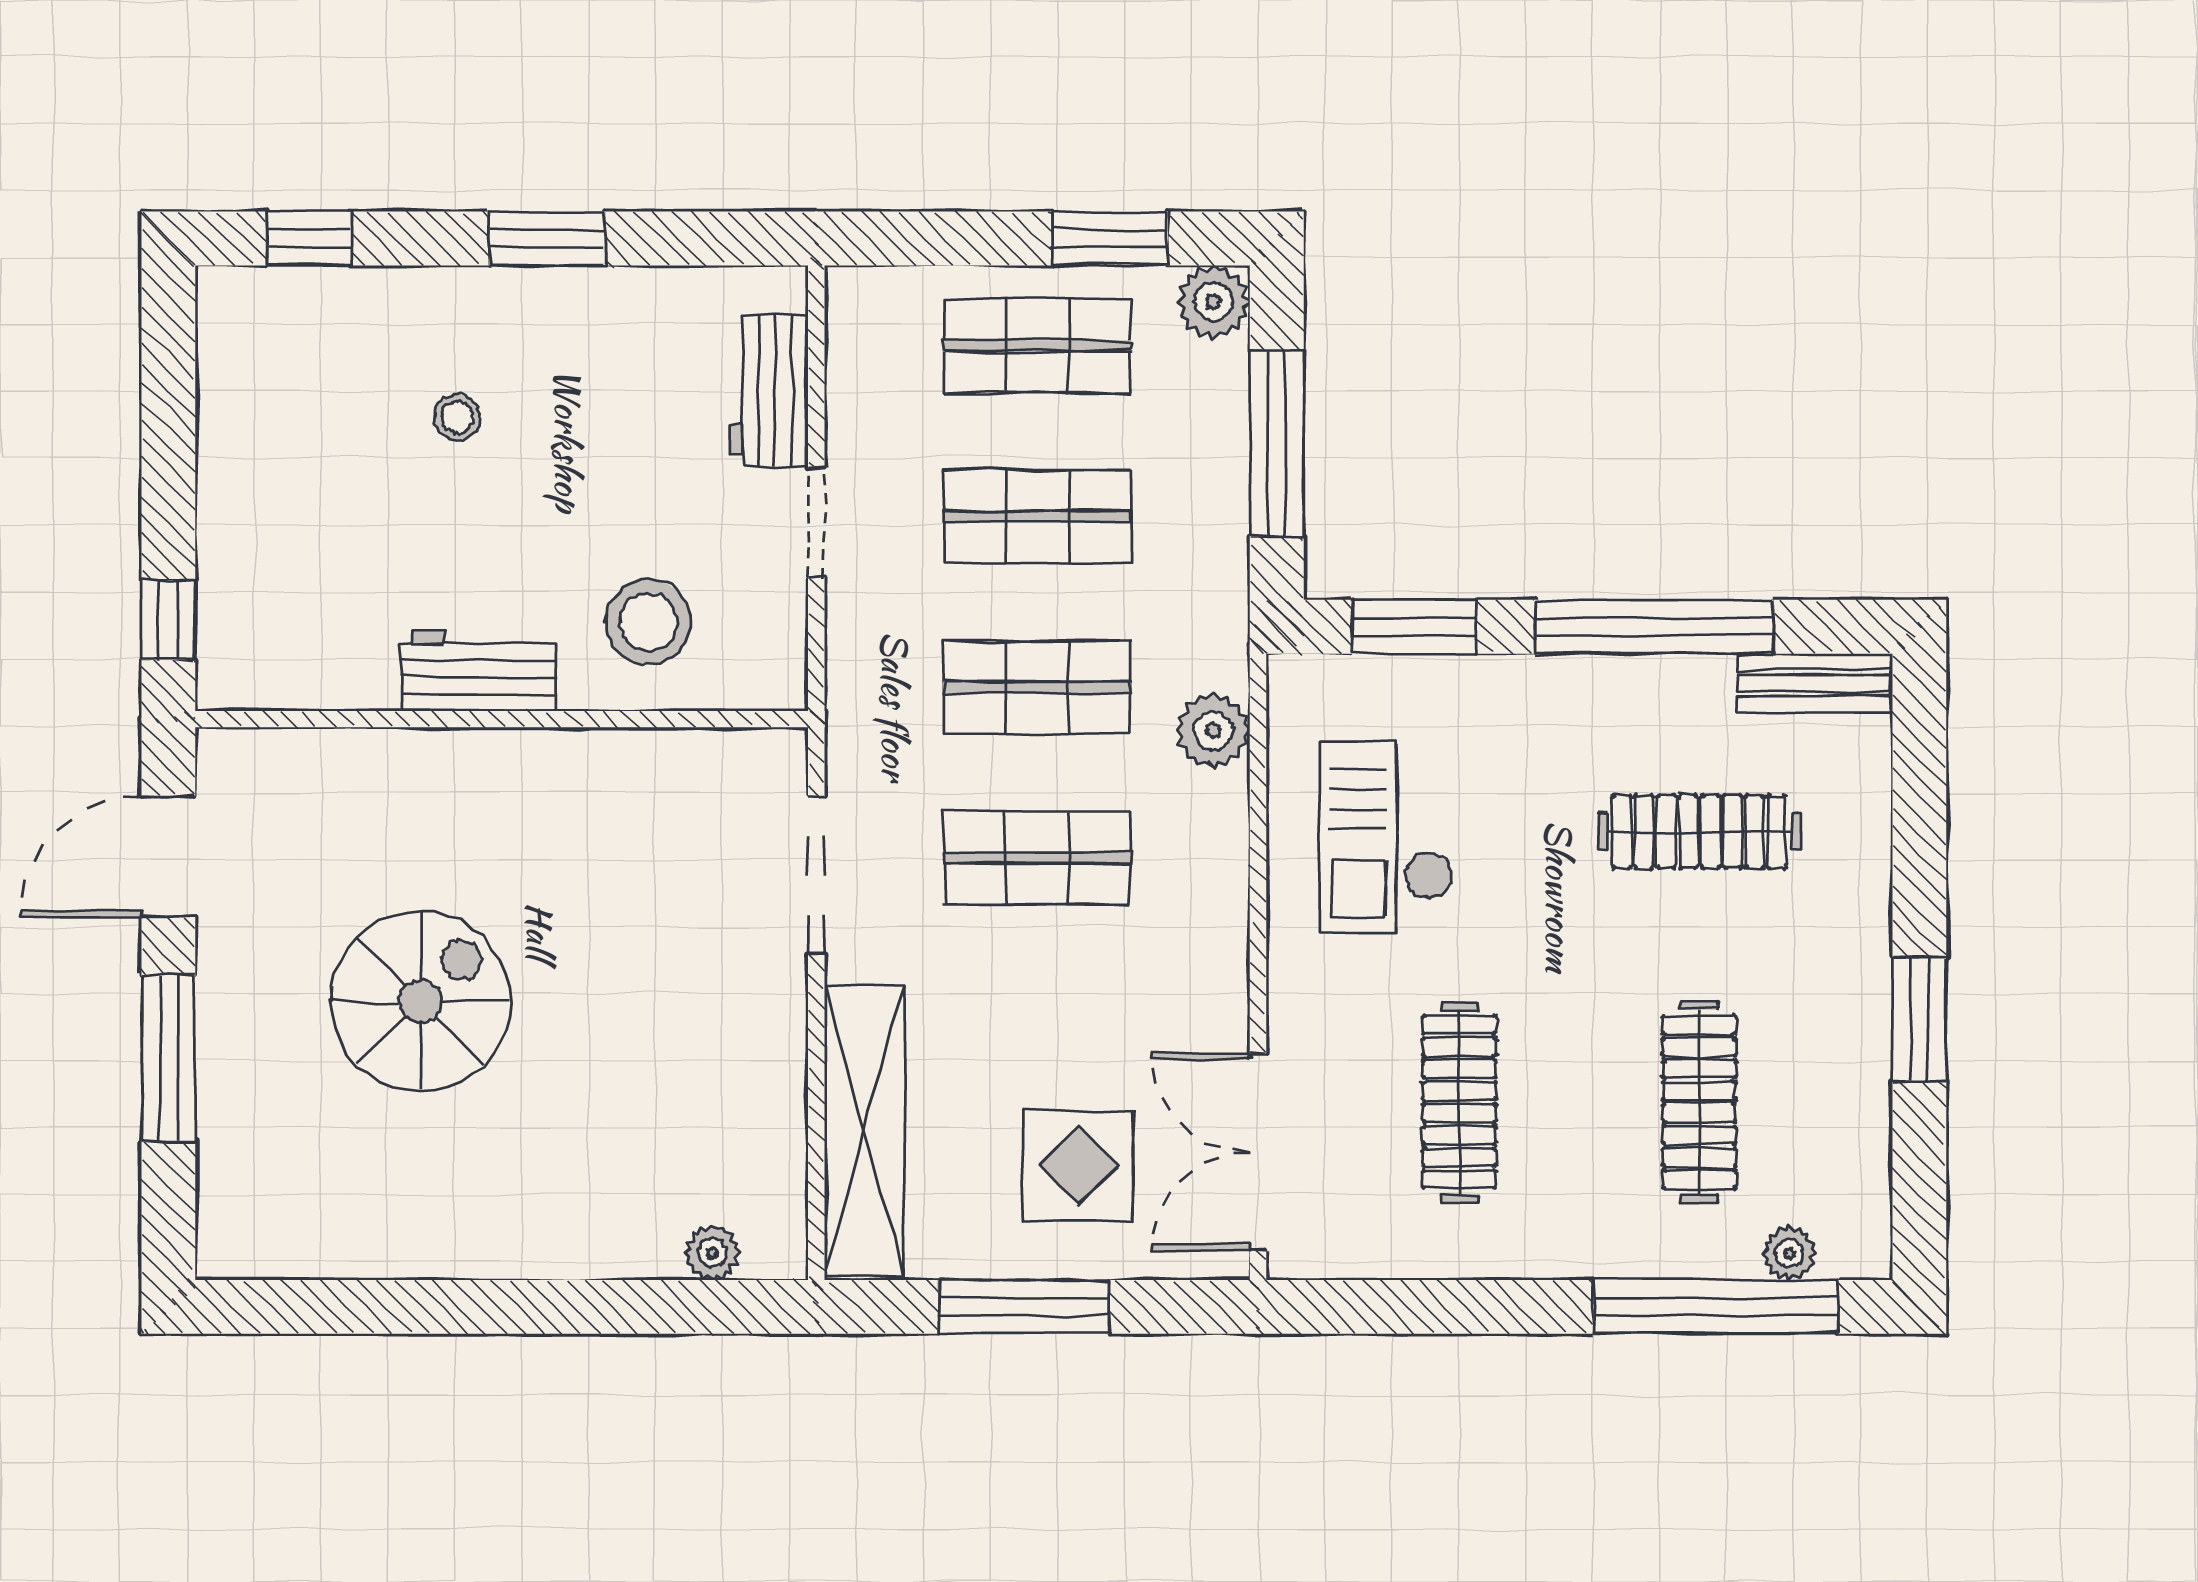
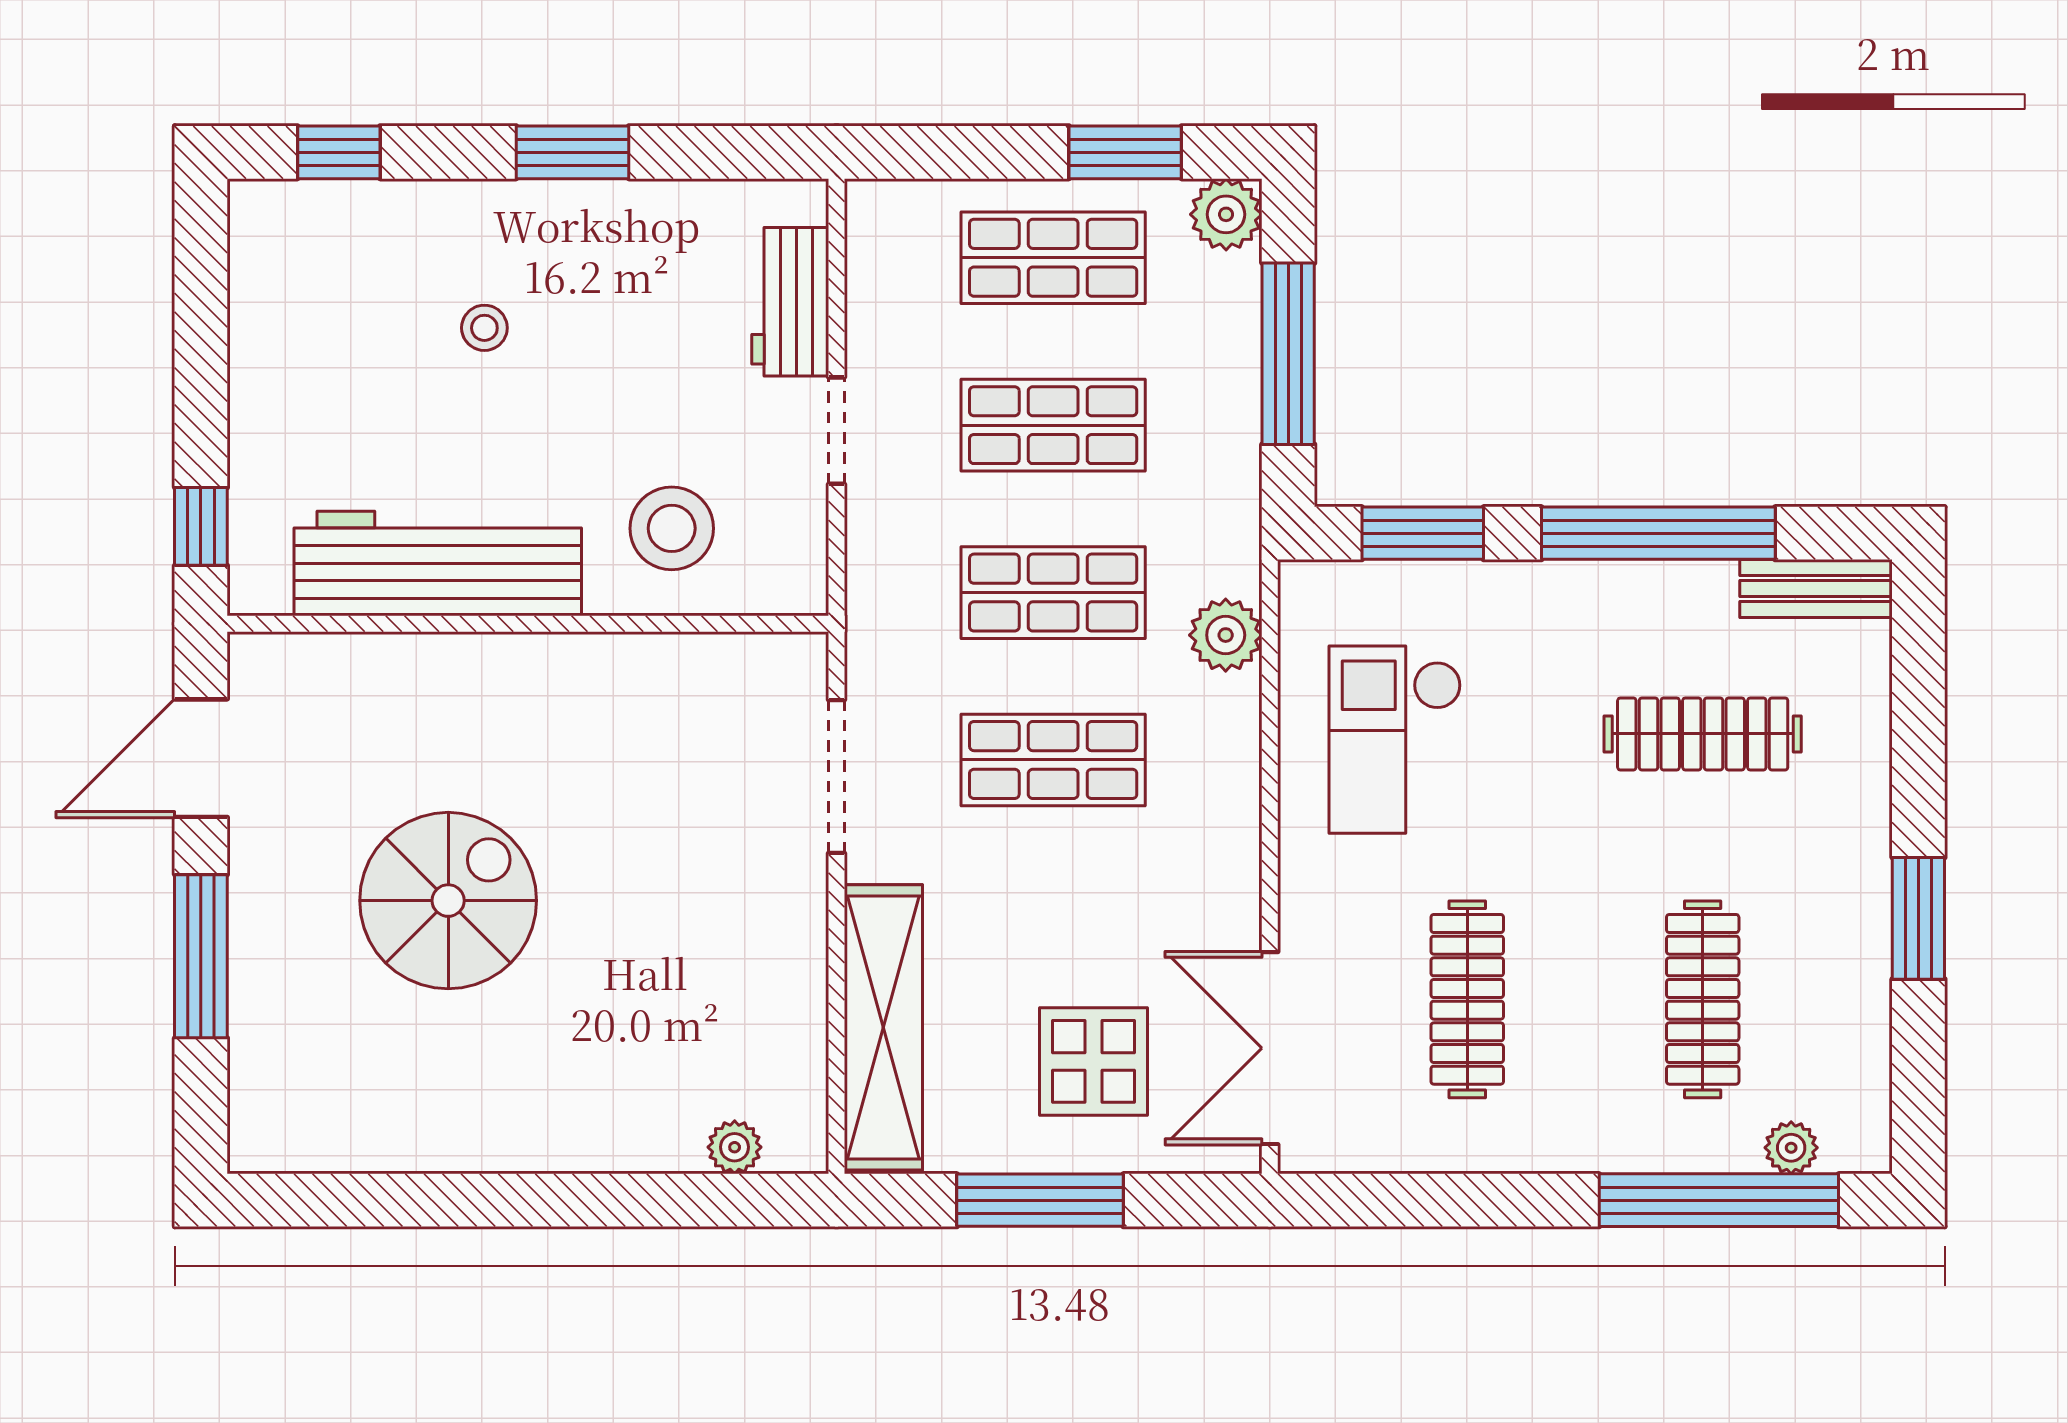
workbench: (478, 671) -> (438, 564), width x1.88, depth x1.32

